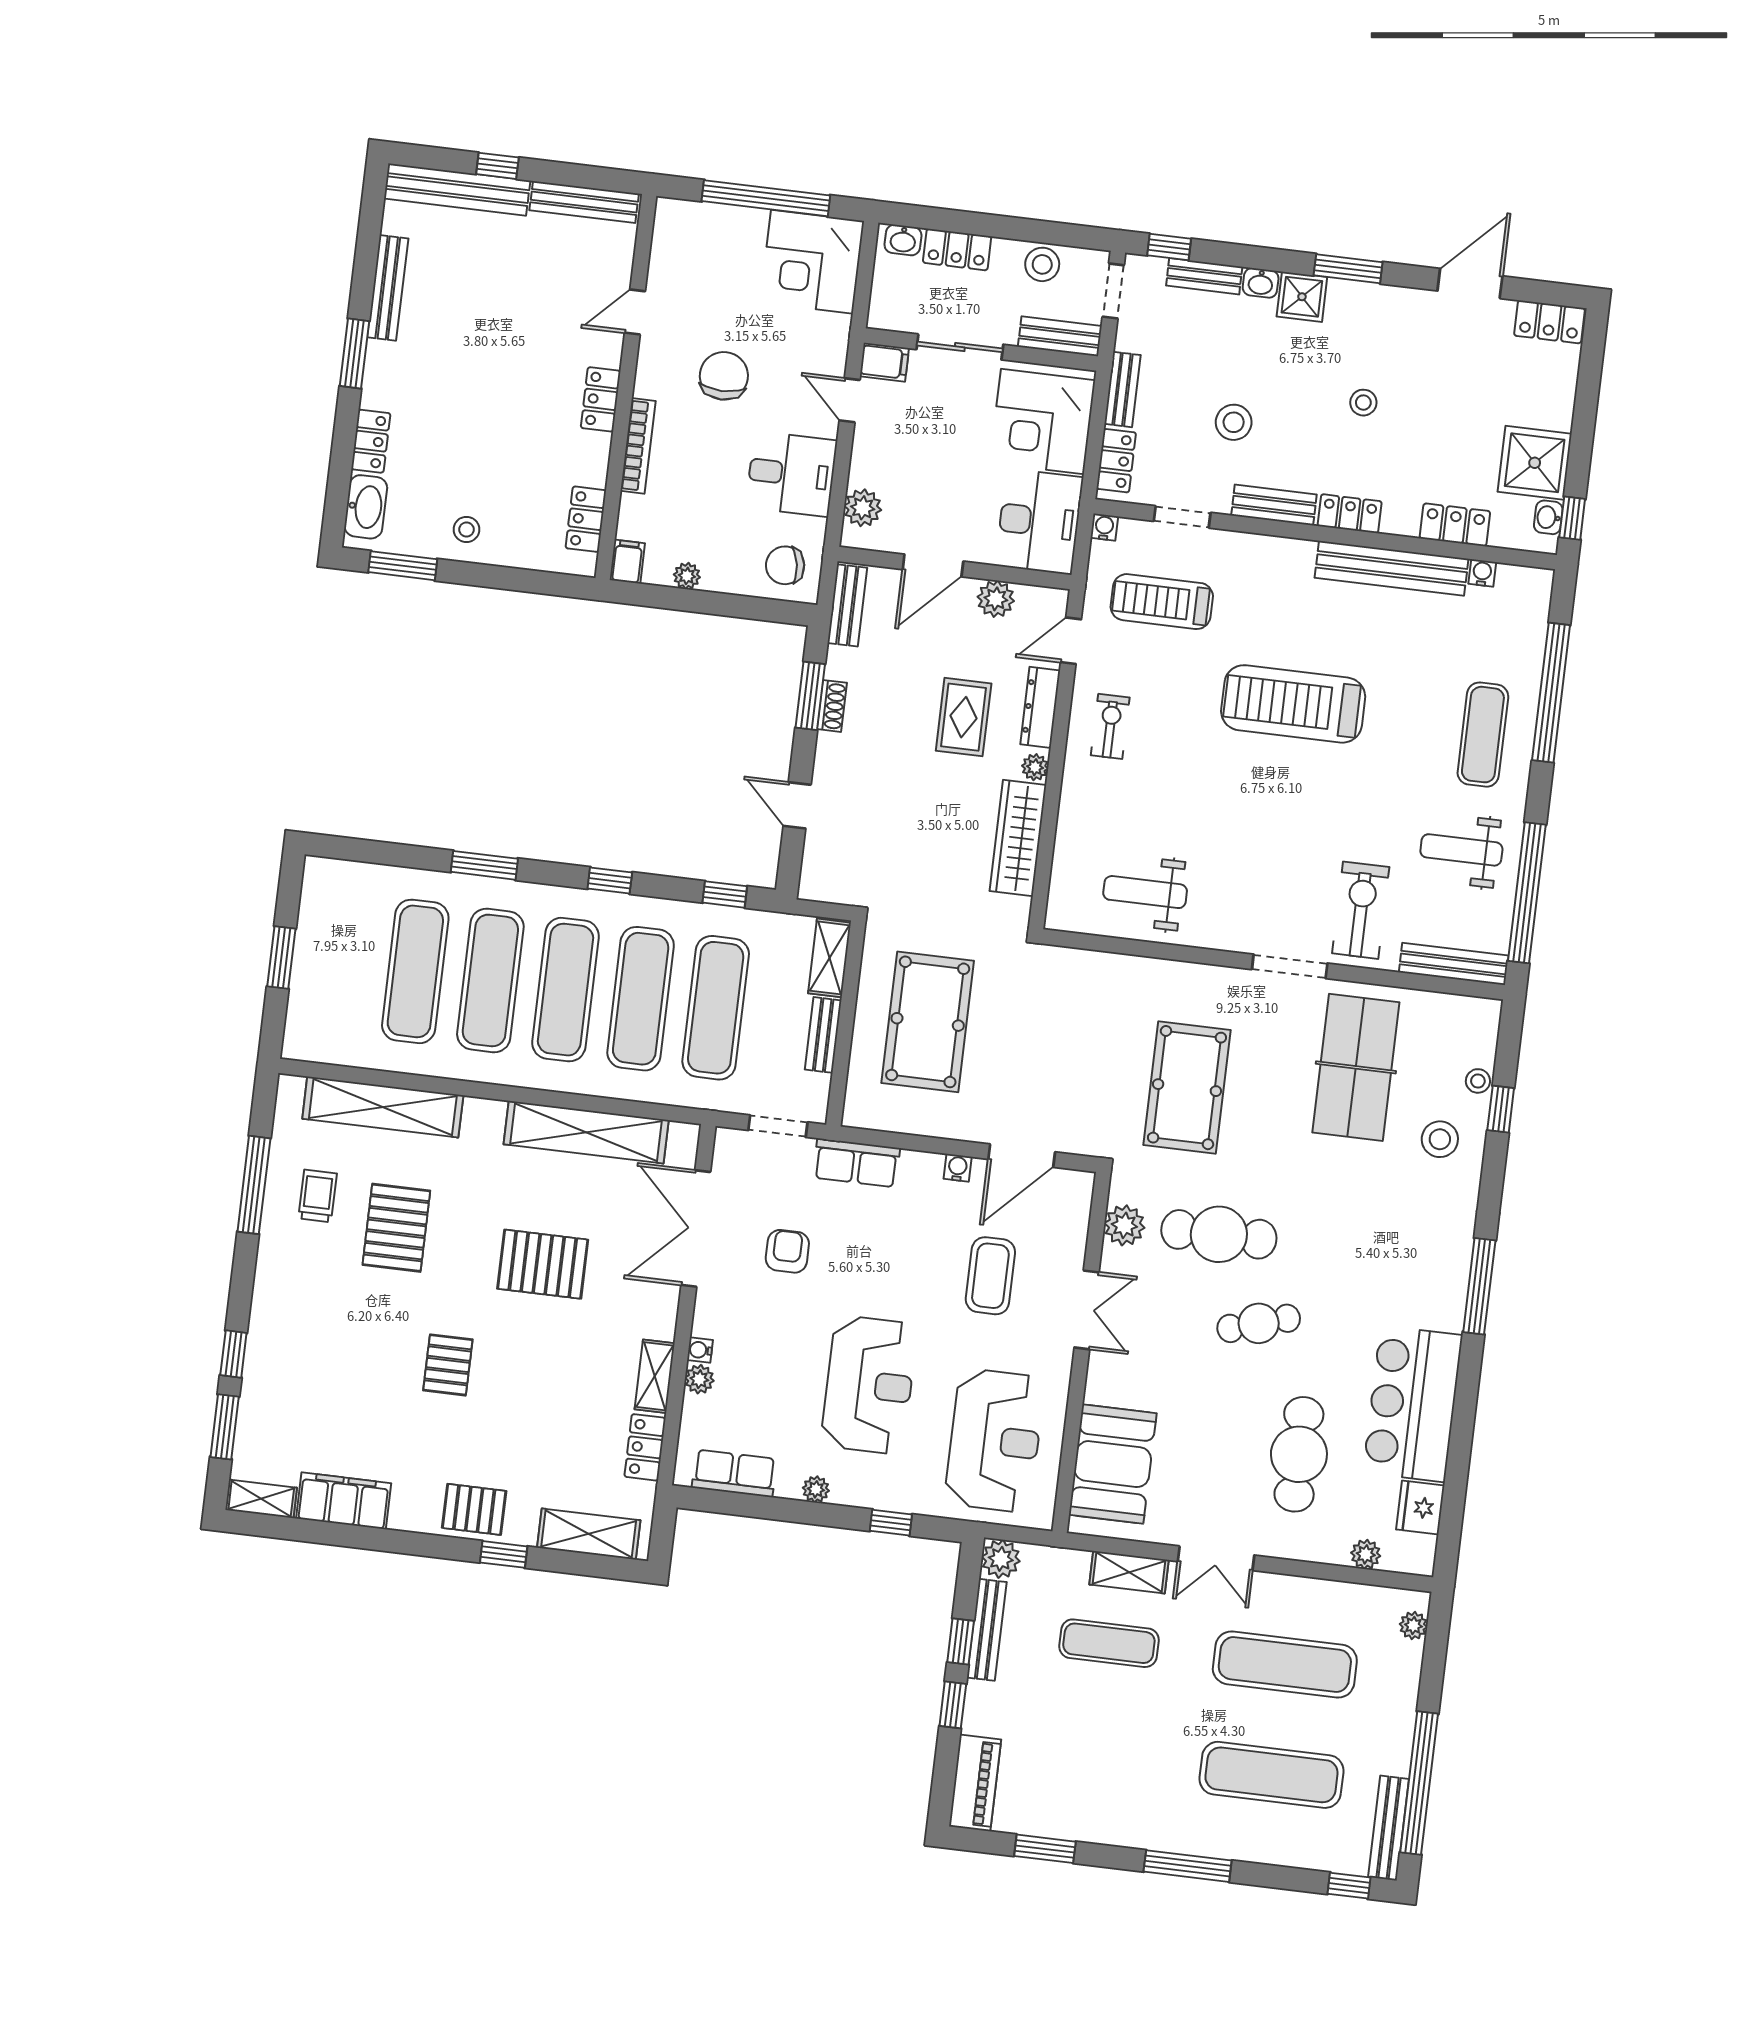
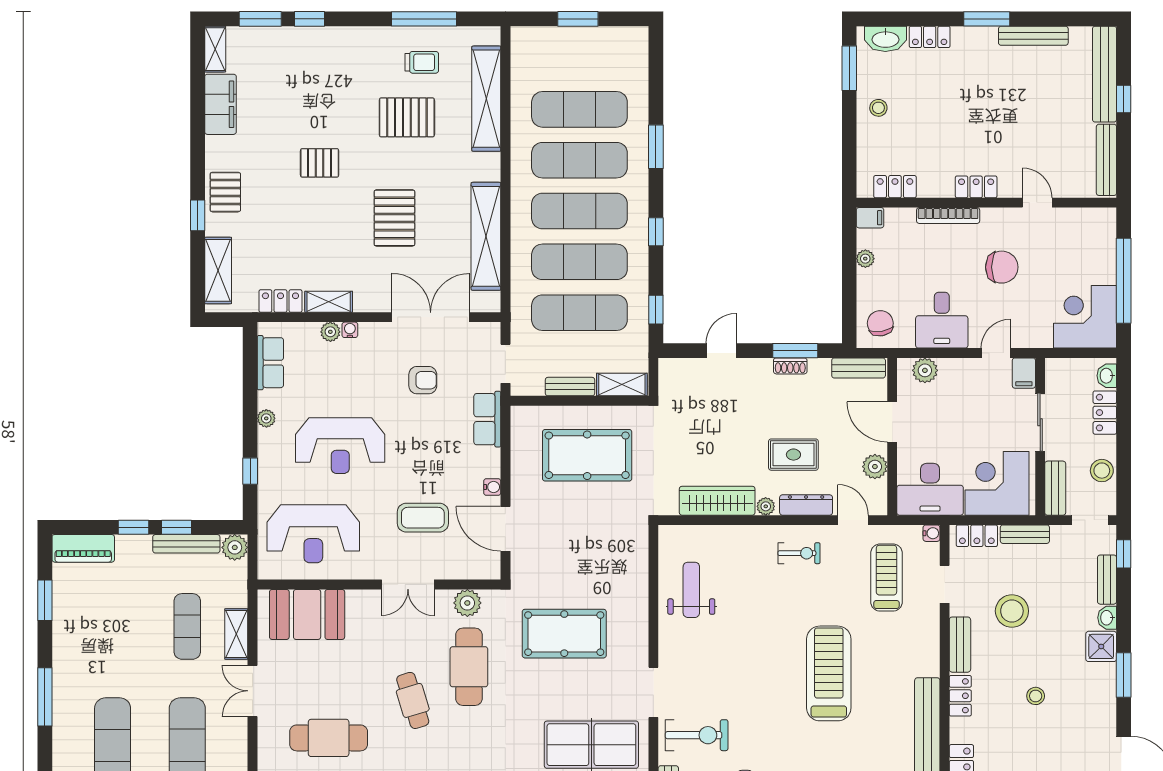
stool: (1234, 422) -> (1012, 611), width x1.38, depth x1.38

